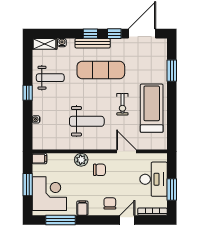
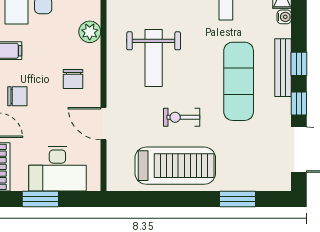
door: (126, 151) -> (104, 124), swing flipped
plant: (81, 160) -> (90, 32), moved

